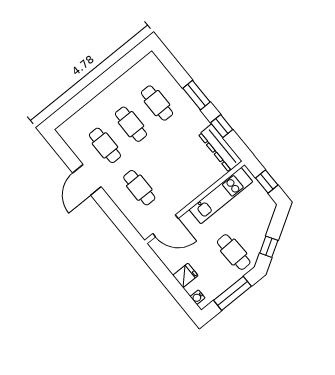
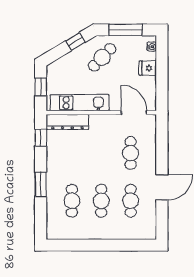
window: (222, 126) -> (41, 138), moved
dresser: (220, 148) -> (67, 122), moved, turned 90
cafe table: (234, 252) -> (102, 57), turned 46

